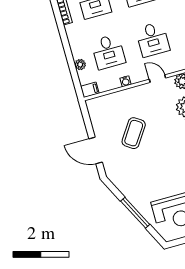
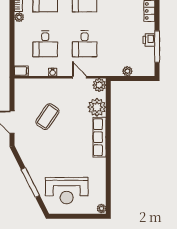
plant: (80, 65) -> (19, 17), moved

